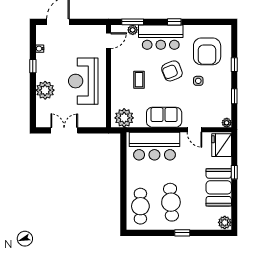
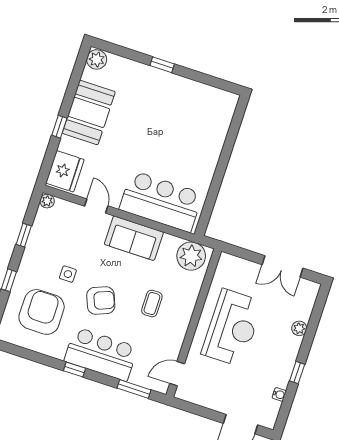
plant: (133, 30) -> (138, 378), removed
plant: (45, 90) -> (299, 328), width x0.53, depth x0.53
cafe table: (171, 202) -> (164, 114), removed
cafe table: (140, 206) -> (209, 122), removed

